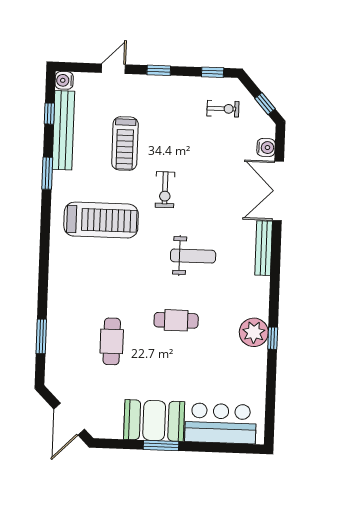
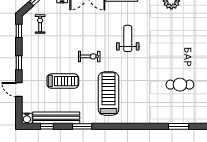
cafe table: (176, 320) -> (166, 47), removed

